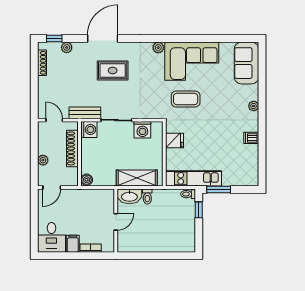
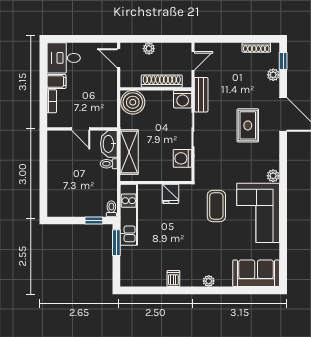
boiler: (87, 180) -> (133, 102), width x1.86, depth x1.86

